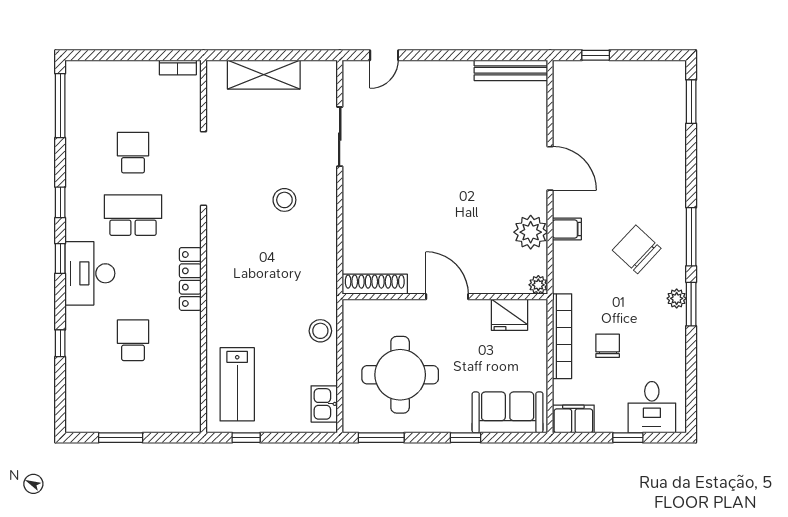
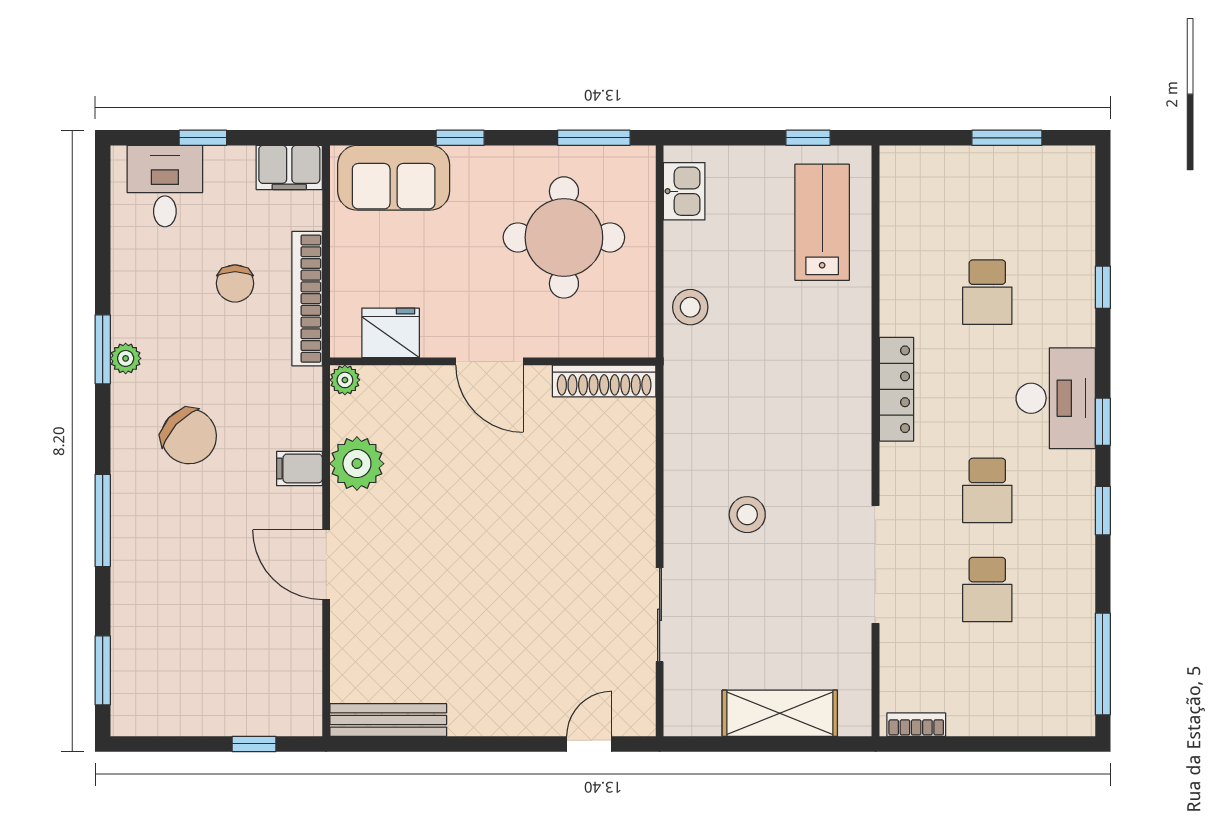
school desk: (133, 215) -> (987, 490), width x0.54
window: (691, 237) -> (103, 521), moved

